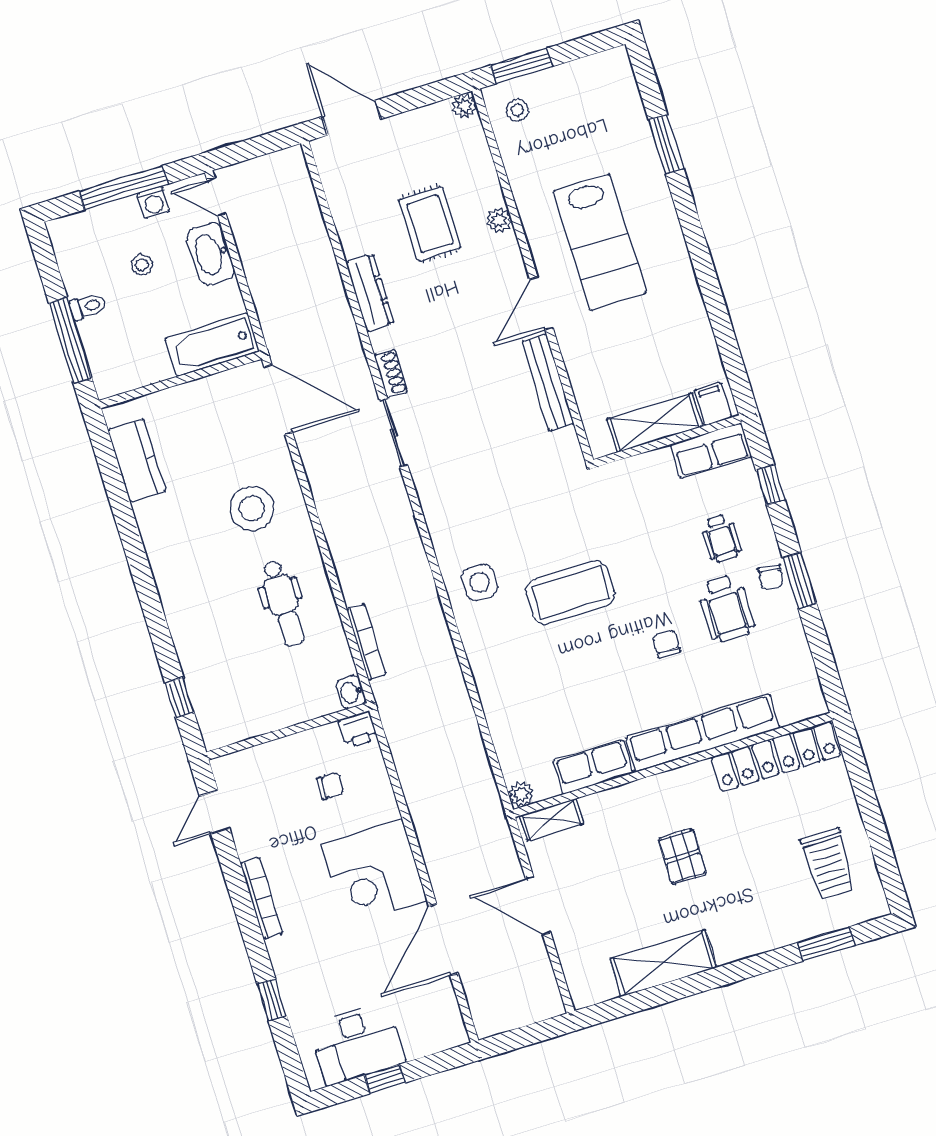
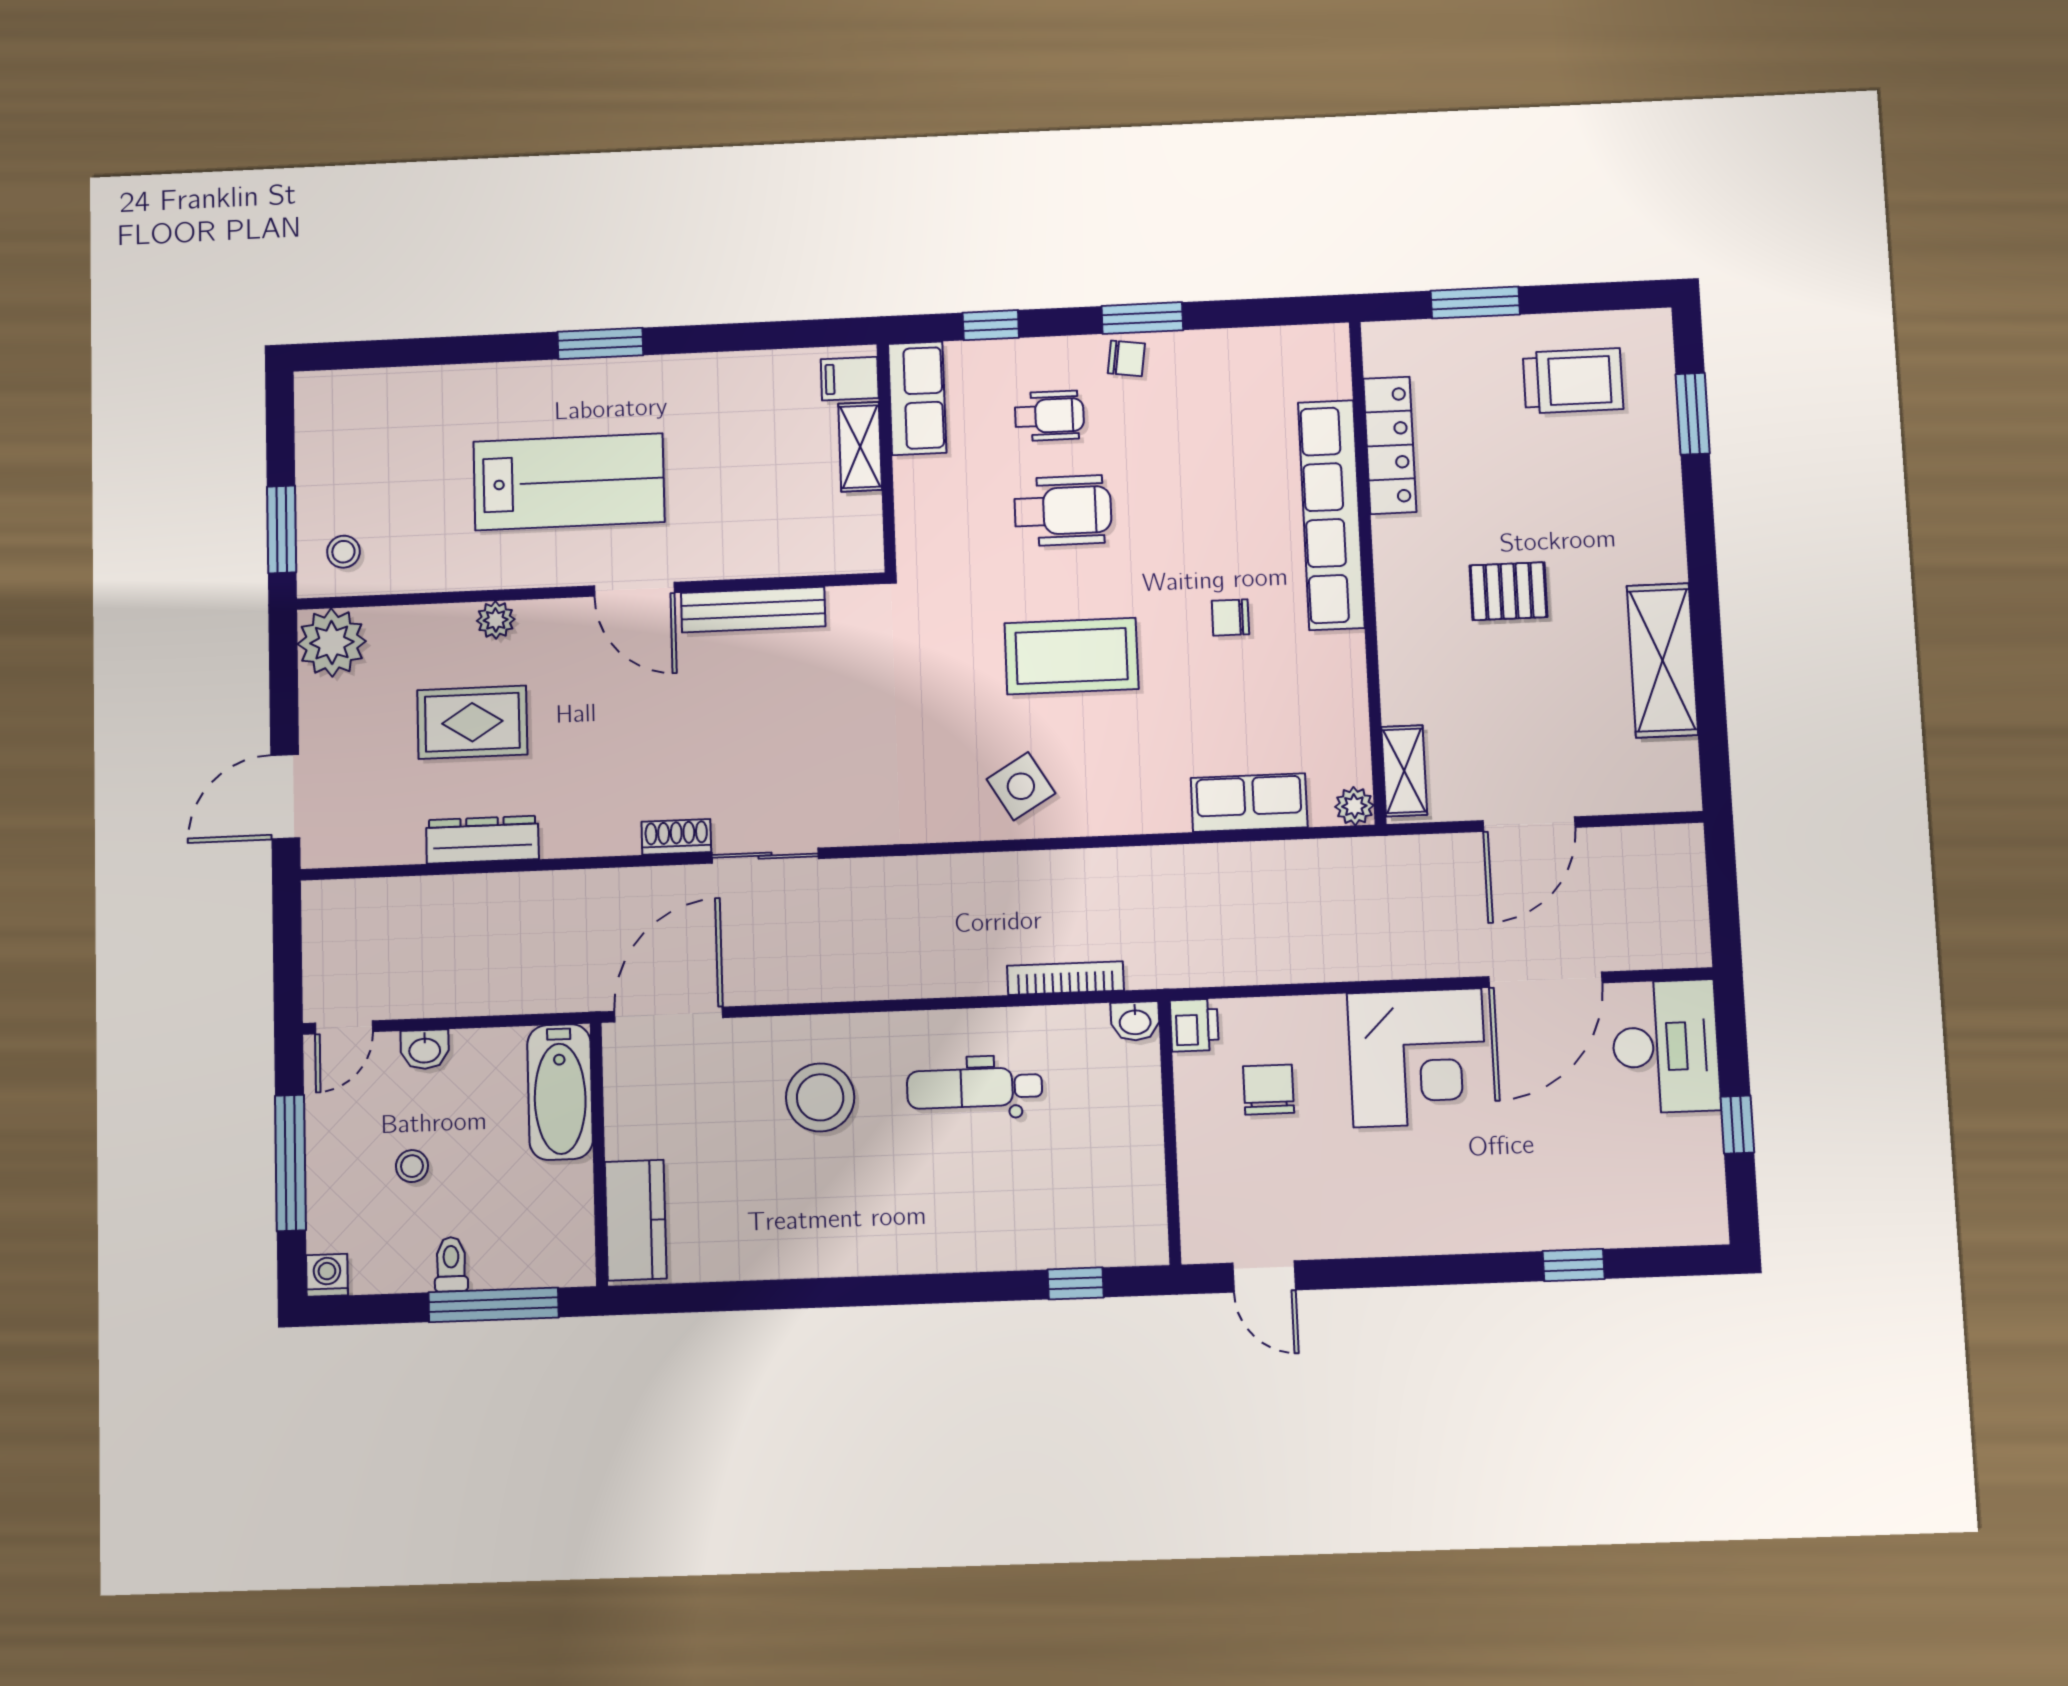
plant: (464, 106) -> (332, 643), width x1.88, depth x1.88
window: (666, 144) -> (600, 343), moved
washing machine: (153, 202) -> (327, 1275), moved, turned -90
washbasin: (211, 254) -> (425, 1049), width x0.52, depth x0.69
dresser: (370, 293) -> (482, 840), moved
shelving: (655, 423) -> (860, 447), width x0.67, depth x0.75
kitchen counter: (137, 461) -> (636, 1220), moved, turned 90
side table: (479, 582) -> (1021, 786), turned -31
coffee table: (570, 592) -> (1072, 656), turned 90
dental chair: (283, 603) -> (975, 1088), turned 180
wheelchair: (726, 608) -> (1063, 511), moved
chair: (666, 644) -> (1230, 618), moved
locker: (776, 756) -> (1390, 445), width x0.71, depth x0.83
row of seats: (593, 767) -> (1249, 803), moved, turned 90
chair: (330, 786) -> (1269, 1090), width x1.37, depth x1.37
window: (863, 790) -> (1475, 303), added
bookcase: (261, 898) -> (1413, 1240), removed
door: (443, 940) -> (1545, 980), hinge flipped
desk: (357, 1043) -> (1666, 1046), moved

